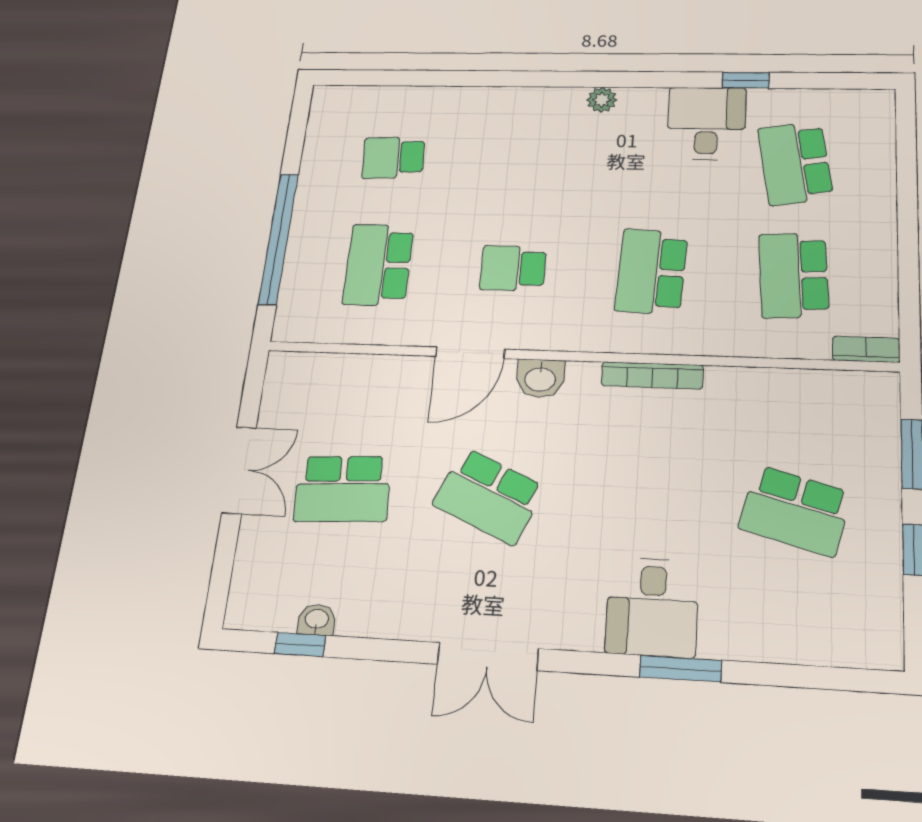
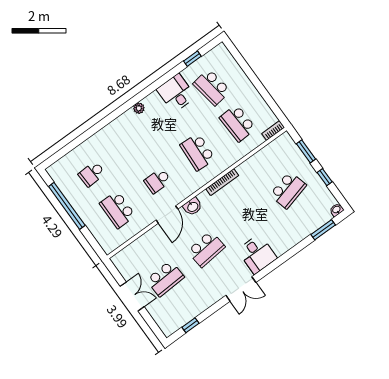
window: (746, 80) -> (192, 59), moved
window: (278, 239) -> (67, 206), moved
school desk: (489, 496) -> (206, 249), turned -30
school desk: (795, 510) -> (288, 190), turned -30
desk: (652, 607) -> (257, 254), moved
washbasin: (317, 620) -> (337, 210), moved
window: (680, 669) -> (323, 230), moved

